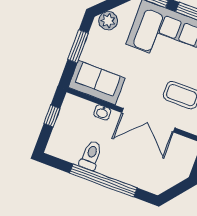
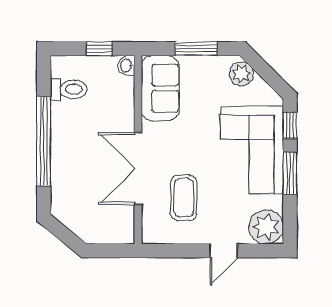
washbasin: (102, 112) -> (126, 66), moved
toilet: (91, 155) -> (69, 89), moved

